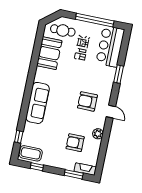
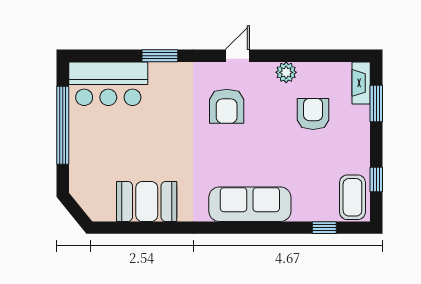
cafe table: (63, 30) -> (96, 184), removed
armchair: (75, 143) -> (313, 114), turned 180

